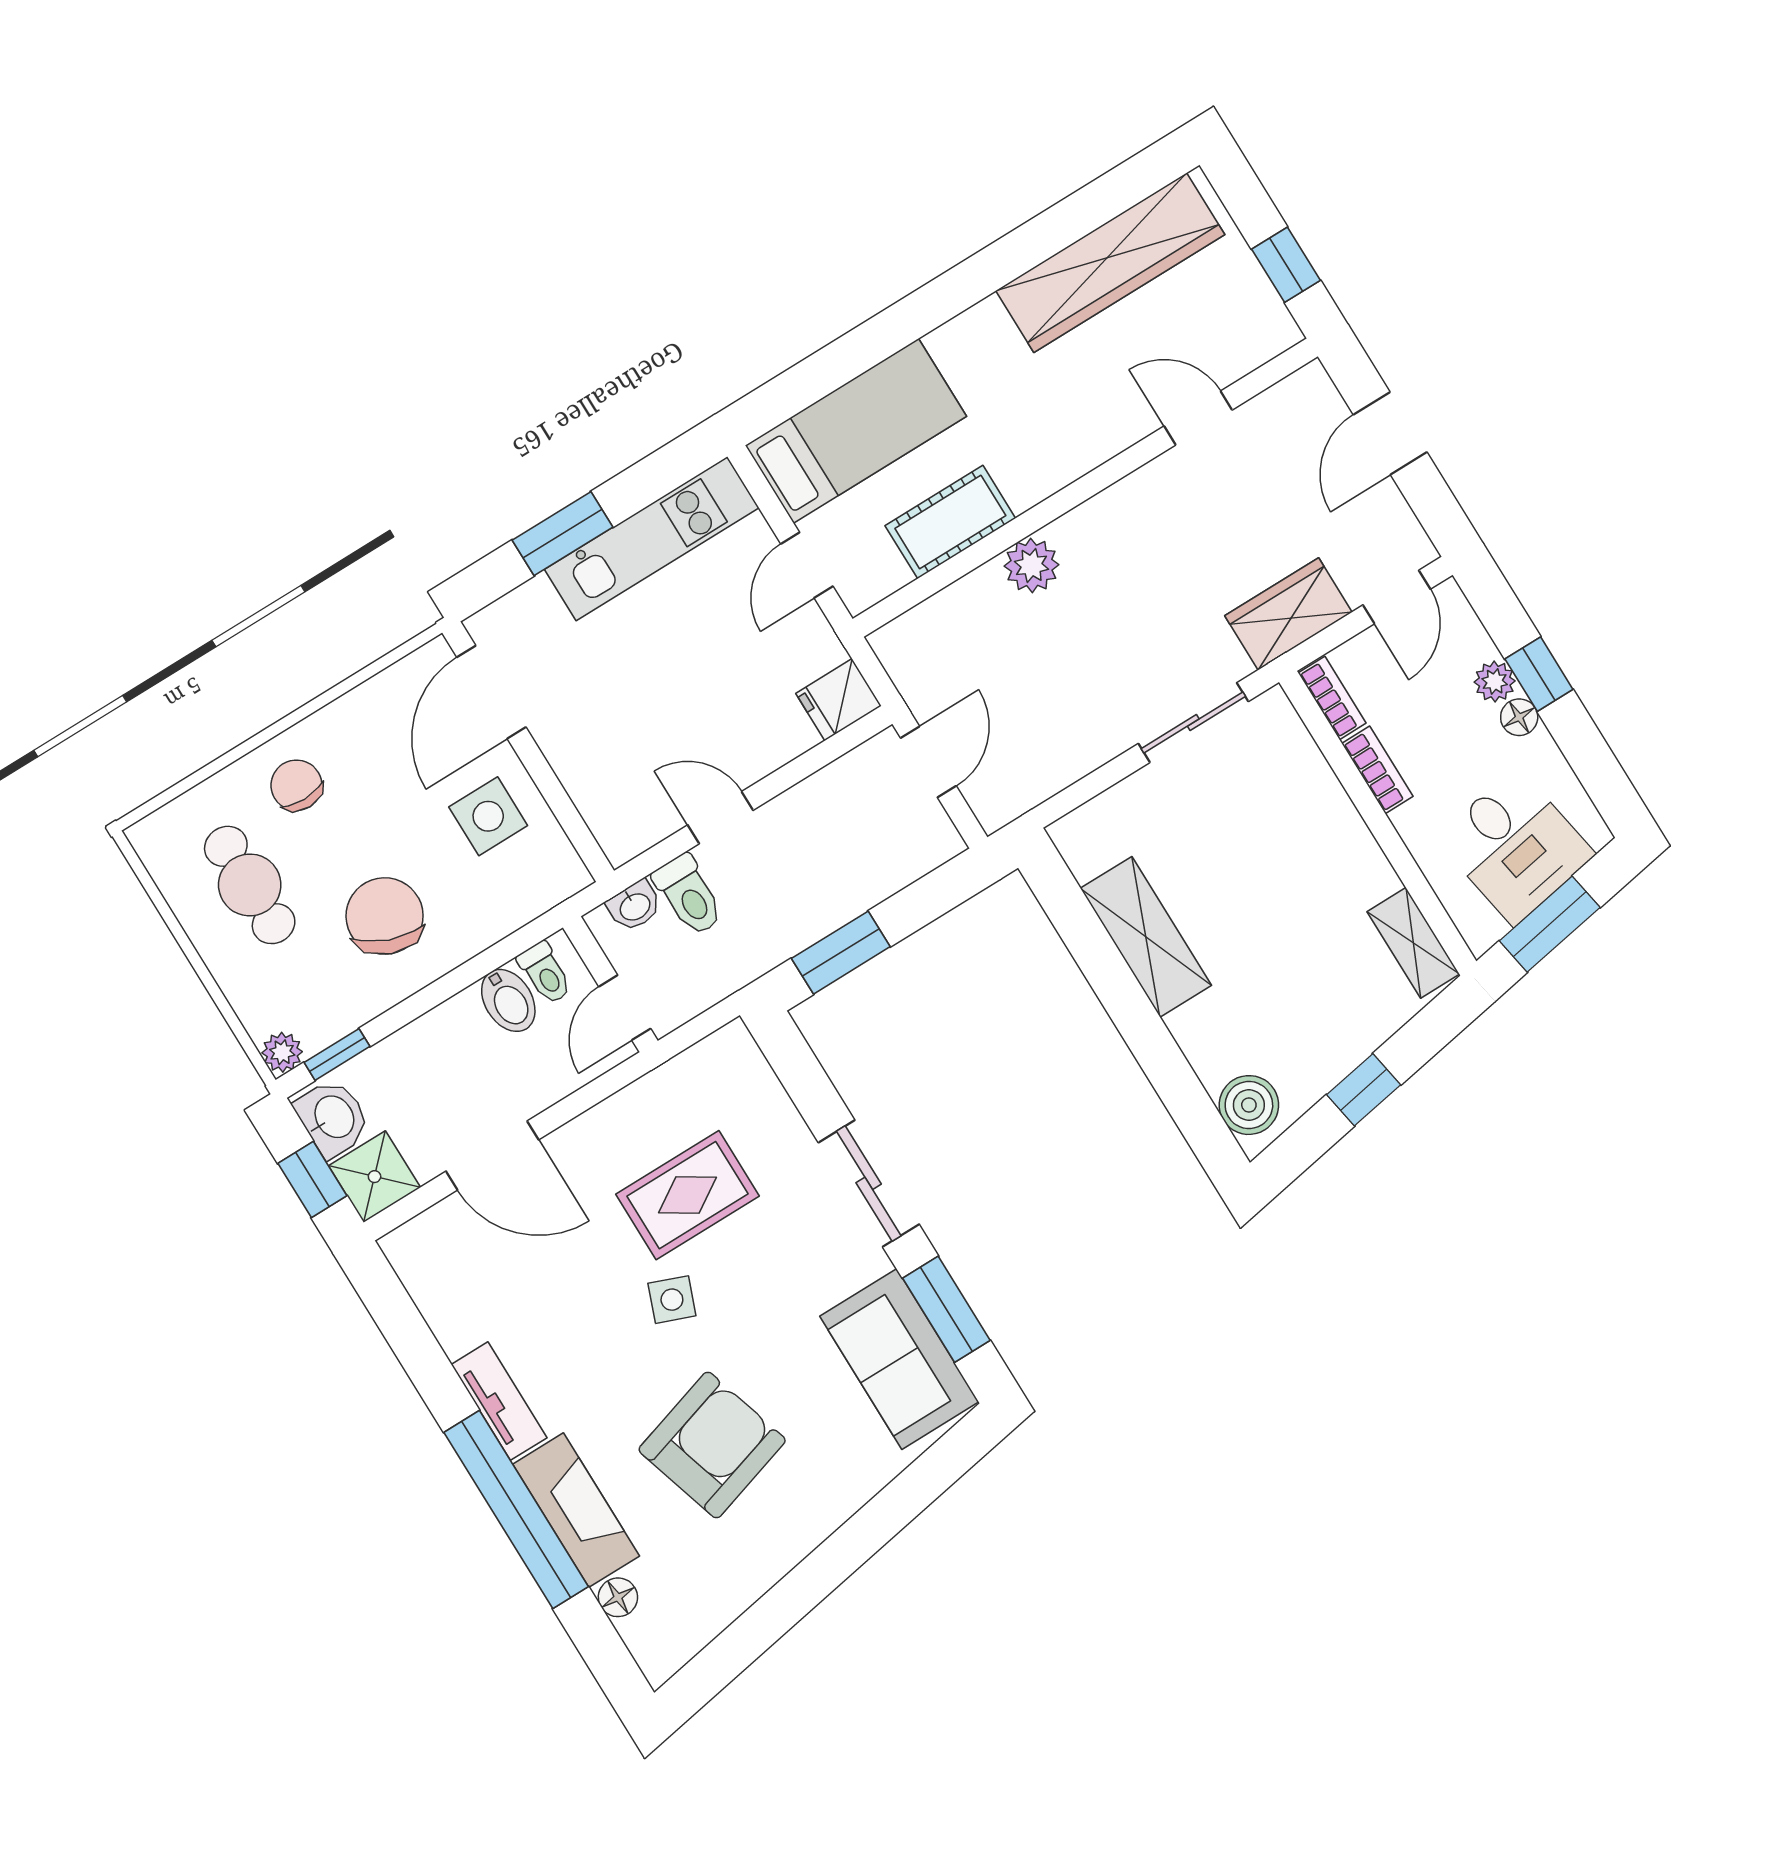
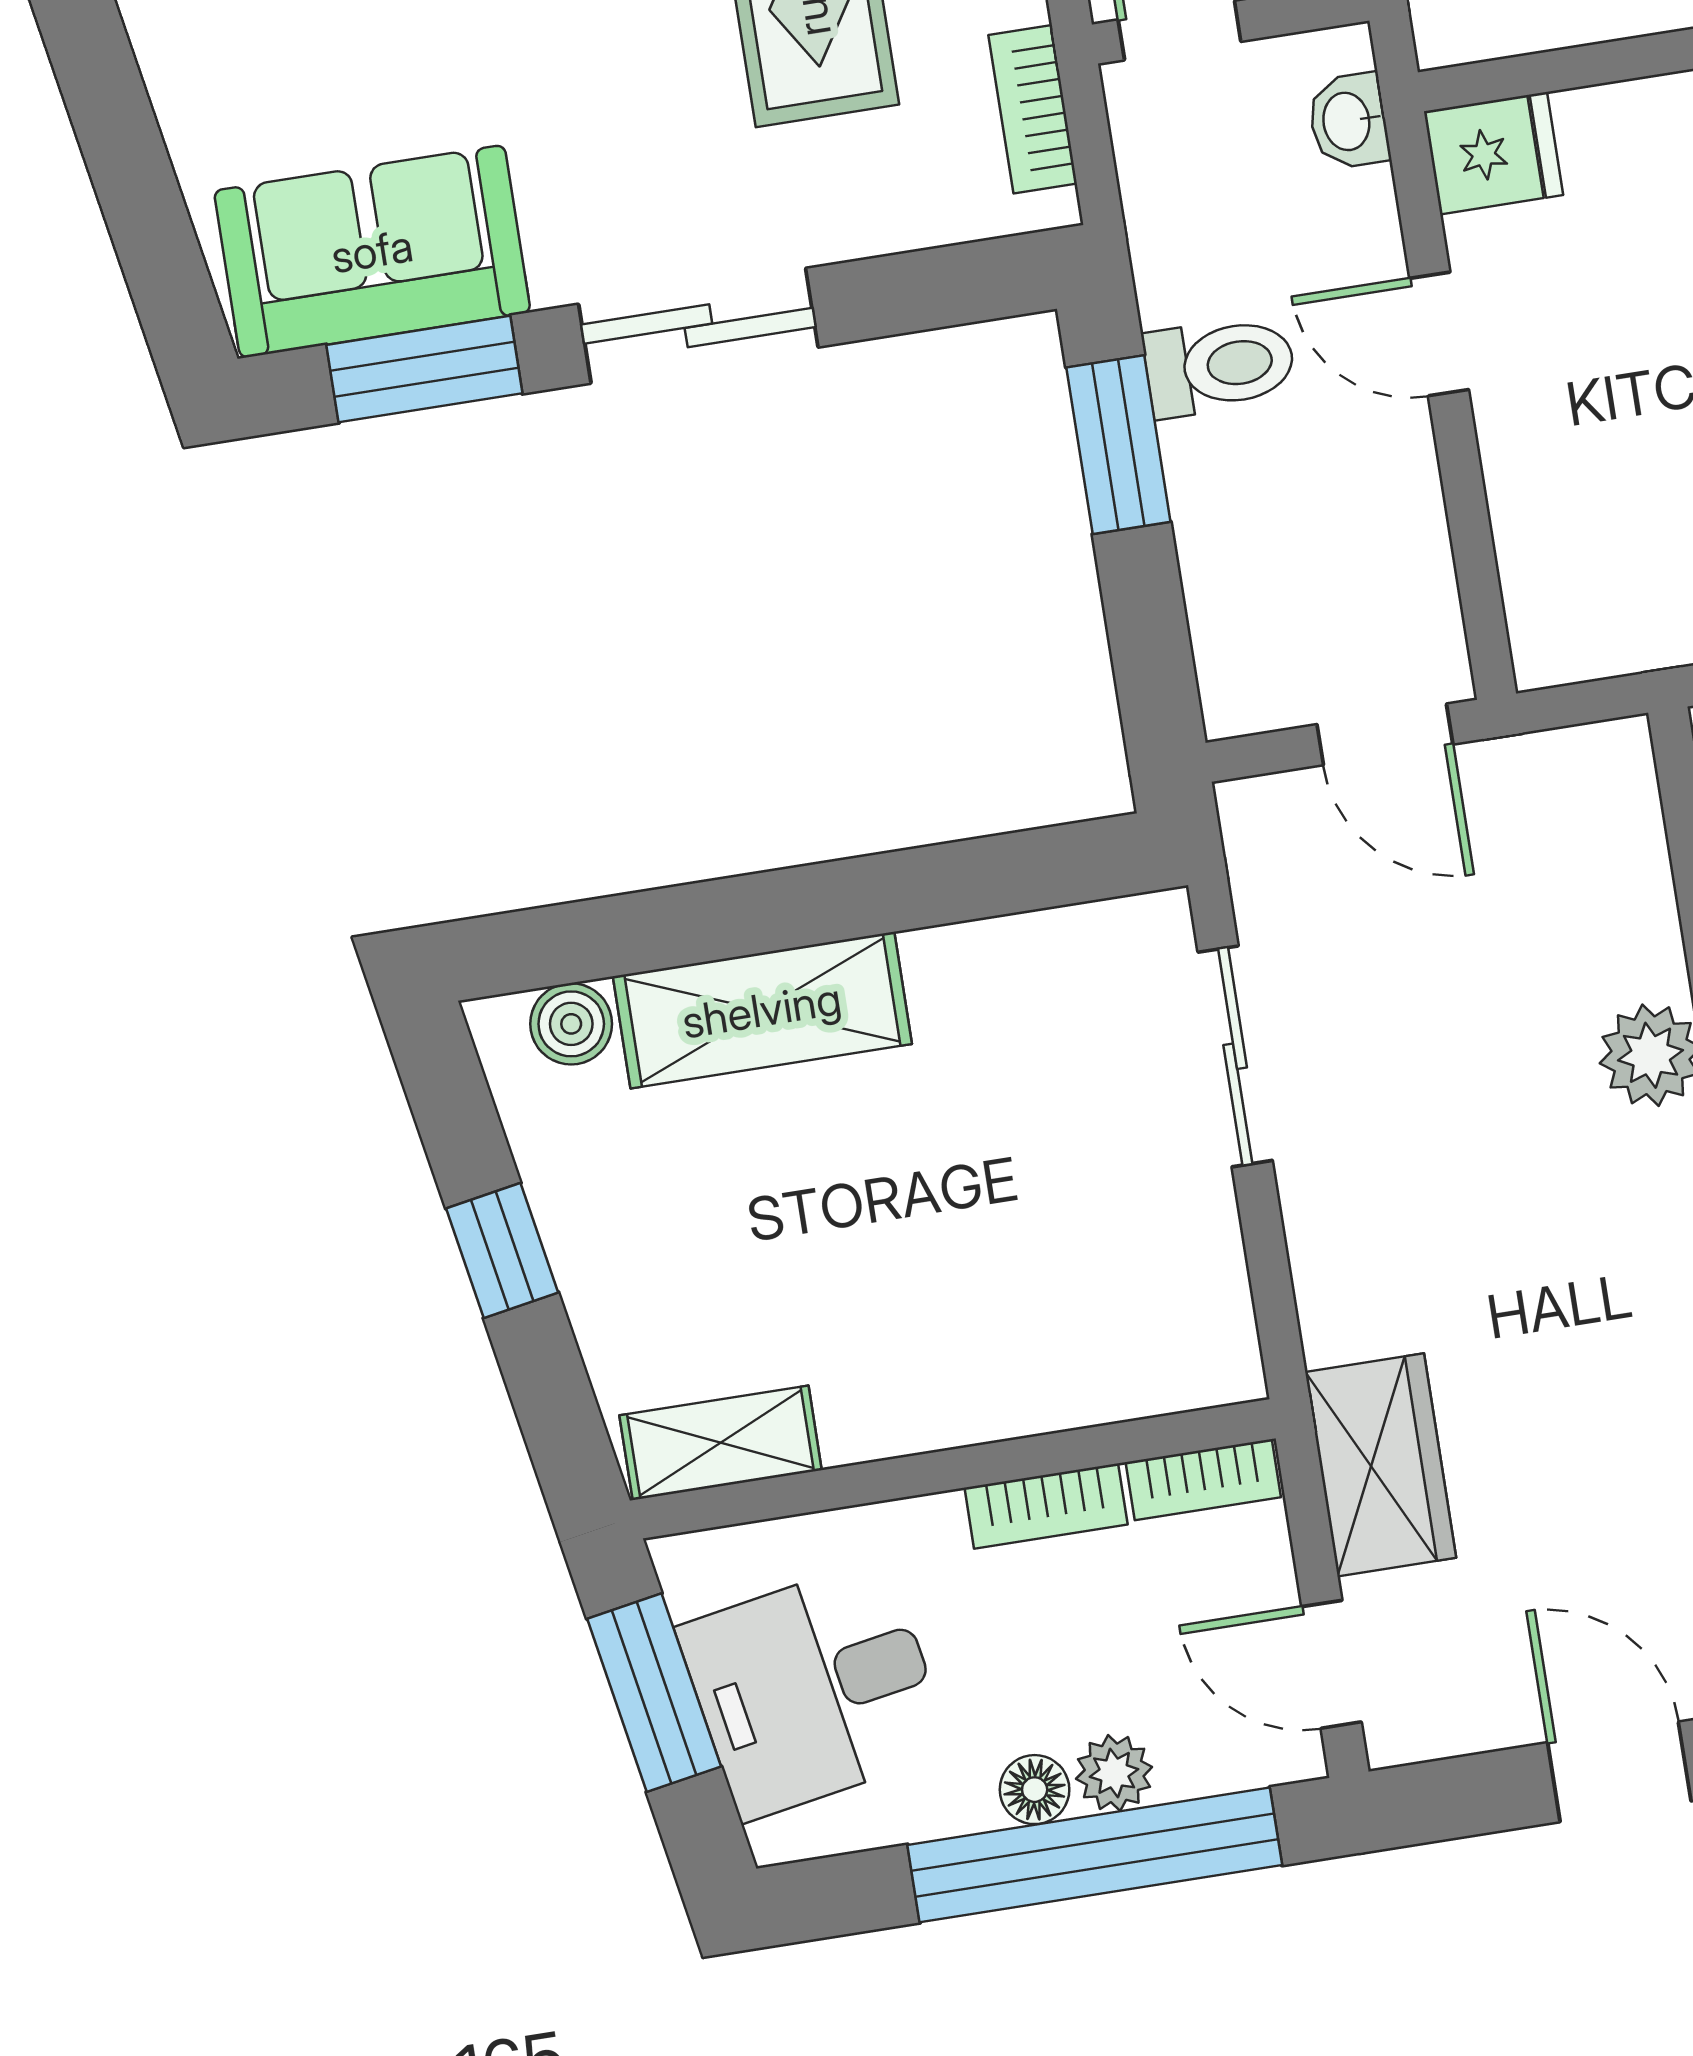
window: (1539, 674) -> (1095, 1855), width x3.17
fridge: (839, 700) -> (1494, 153), moved, turned 90
sliding door: (1193, 723) -> (1235, 1056), moved
door: (720, 818) -> (1439, 334), swing flipped
toilet: (689, 895) -> (1220, 366), moved, turned 180
shelving: (1146, 937) -> (762, 1010), moved
bookcase: (694, 1064) -> (1033, 109), added
boiler: (1249, 1105) -> (571, 1024), width x0.73, depth x0.73

